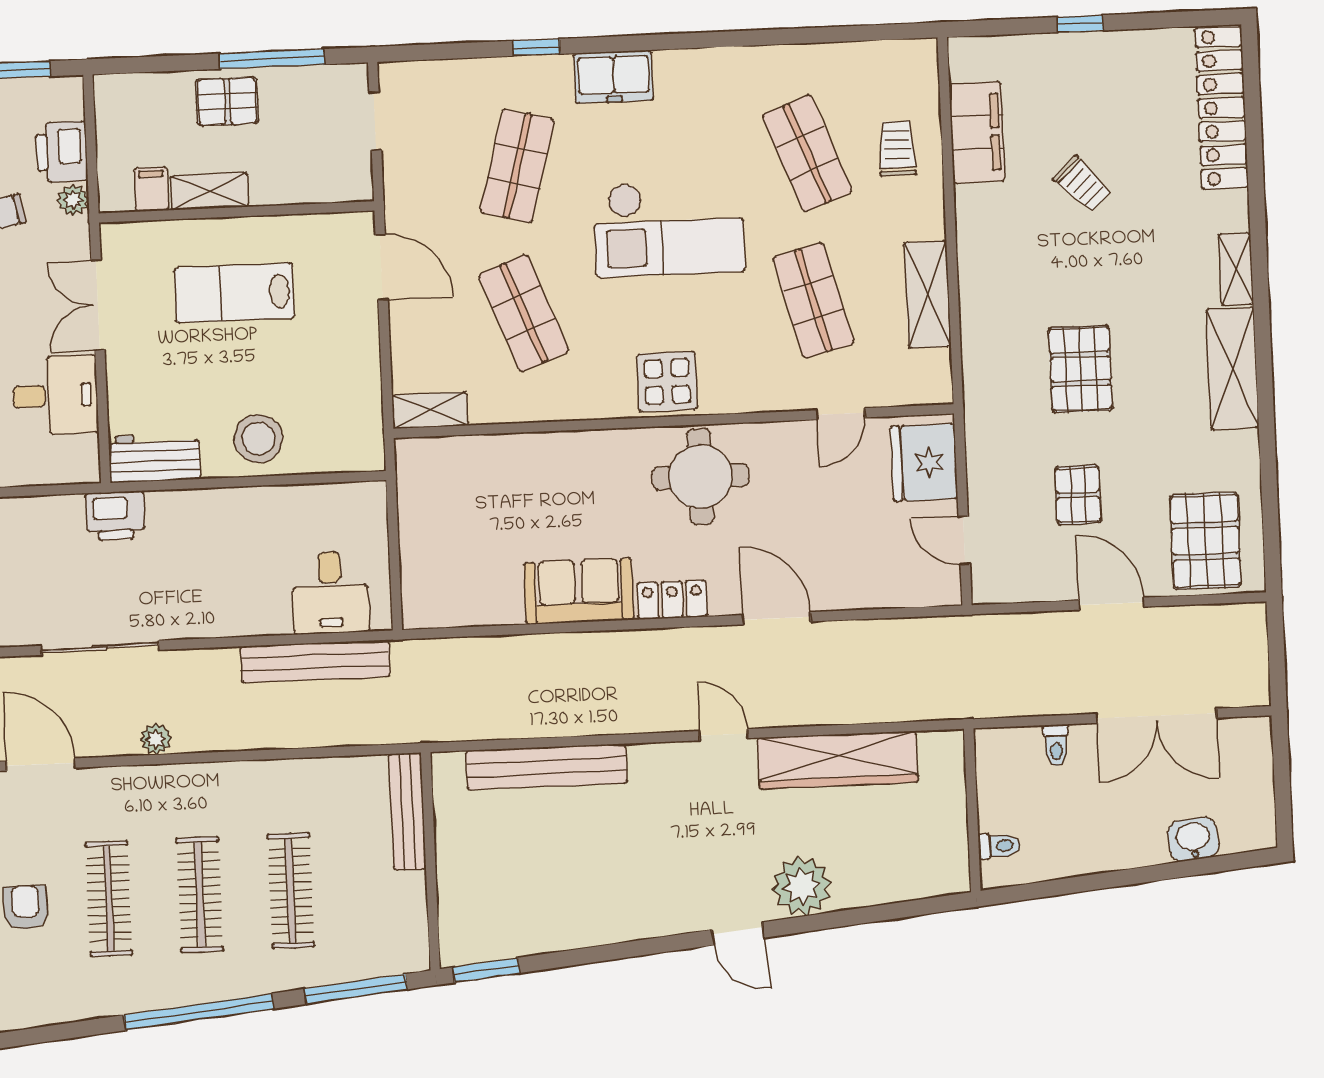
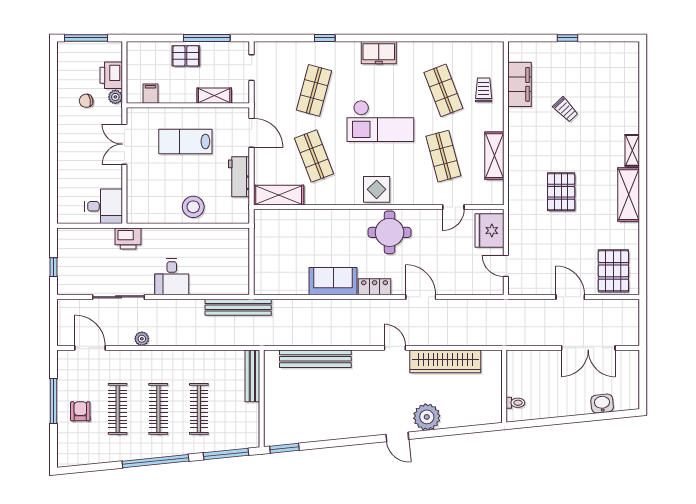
freezer: (614, 77) -> (379, 53), moved
locker: (1222, 108) -> (629, 78), removed
shelving: (209, 191) -> (214, 96), moved
desk: (55, 395) -> (104, 206), moved
shelving: (430, 410) -> (279, 195), width x1.50, depth x1.33
workbench: (154, 458) -> (239, 177), moved, turned -90
pallet: (1078, 495) -> (557, 248), removed
desk: (330, 592) -> (172, 277), moved
bench: (315, 661) -> (238, 307), moved
toilet: (1056, 745) -> (543, 359), removed

